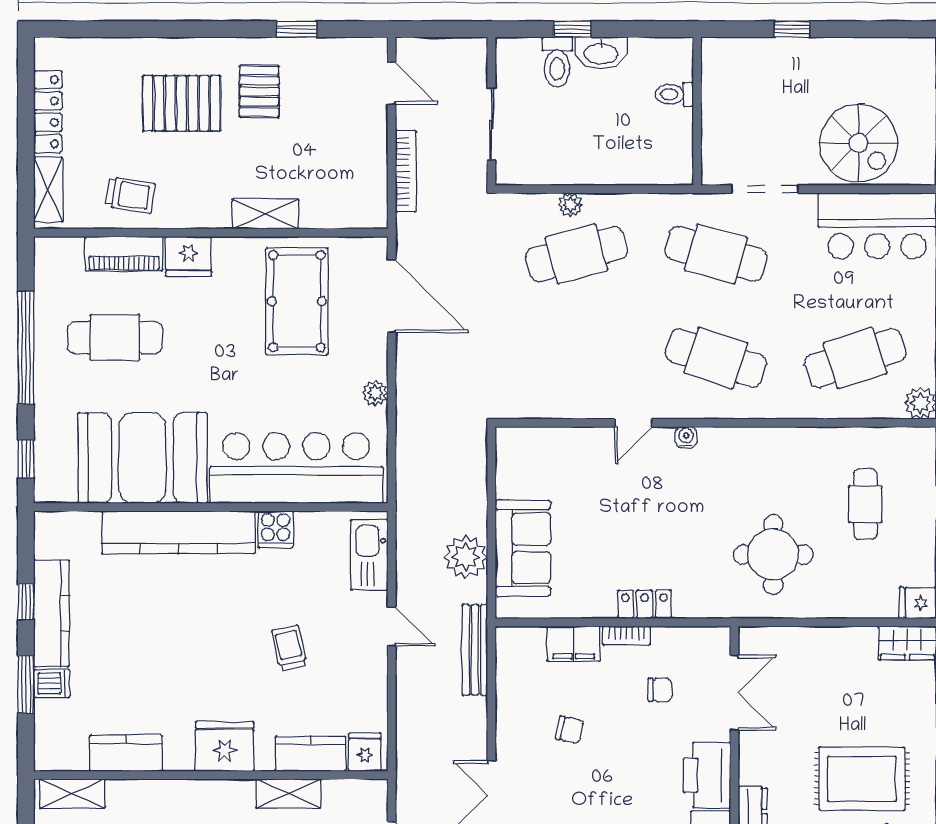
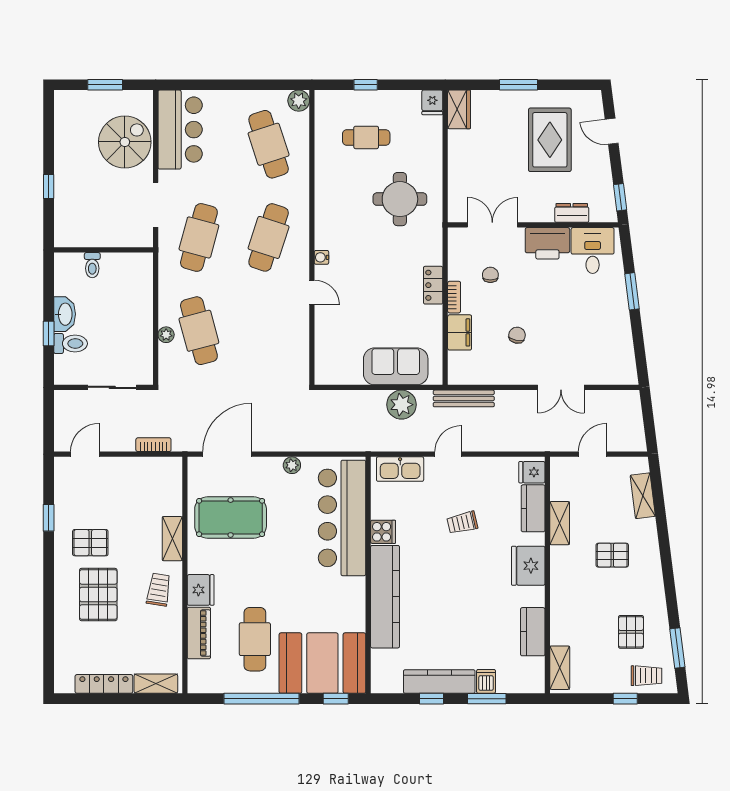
bookcase: (406, 171) -> (153, 445), width x0.64
trolley: (130, 195) -> (159, 590), moved
booth: (142, 458) -> (322, 663), moved, turned 90

